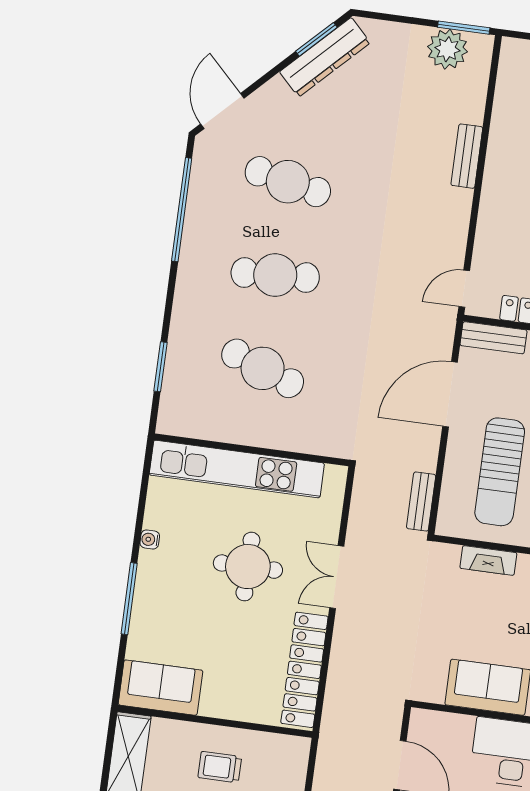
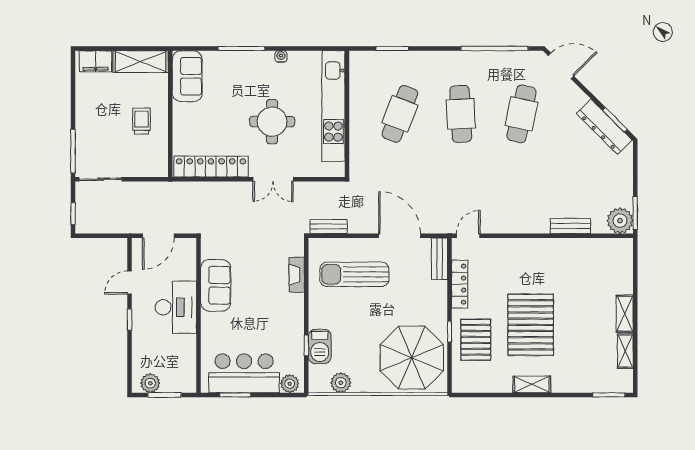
plant: (447, 49) -> (620, 221), moved
bench: (467, 156) -> (570, 226), moved
door: (464, 289) -> (468, 236), hinge flipped
double door: (337, 577) -> (273, 179), swing flipped

